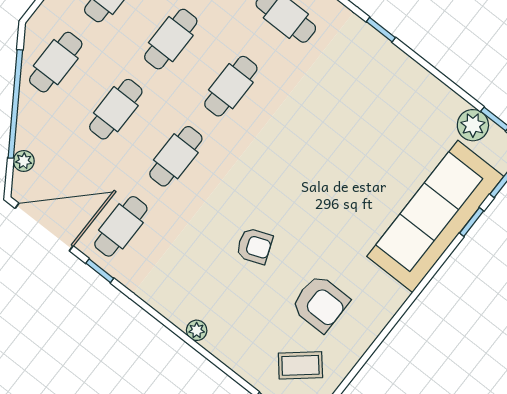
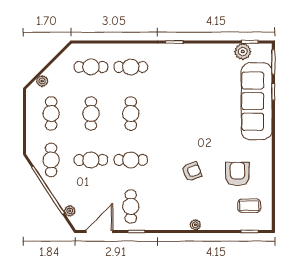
cafe table: (116, 109) -> (91, 160), turned 90
cafe table: (176, 156) -> (131, 160), turned 90
door: (44, 227) -> (99, 231), width x0.73
armchair: (320, 303) -> (237, 174), turned -90
coffee table: (300, 365) -> (249, 206), turned 40

